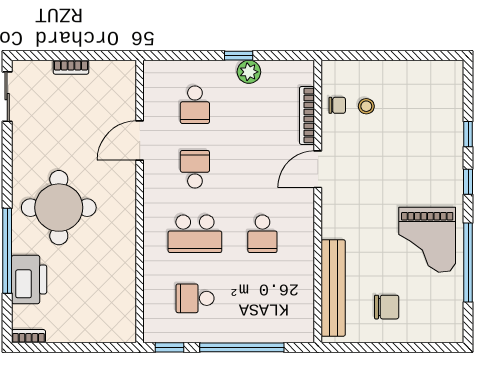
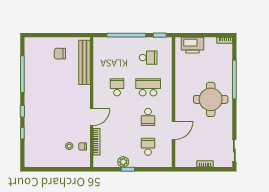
grand piano: (427, 240) -> (41, 85), removed
printer: (29, 279) -> (193, 45), moved, turned -90

